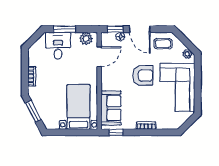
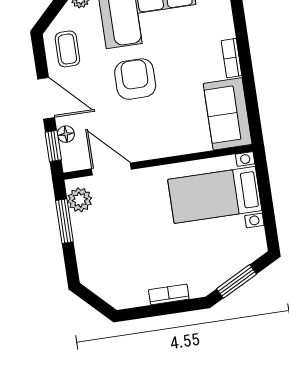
window: (64, 29) -> (64, 221), moved
door: (140, 29) -> (46, 98), hinge flipped
desk: (58, 46) -> (102, 252), removed
sofa: (111, 108) -> (228, 114), moved, turned -90
window: (116, 132) -> (253, 115), removed

